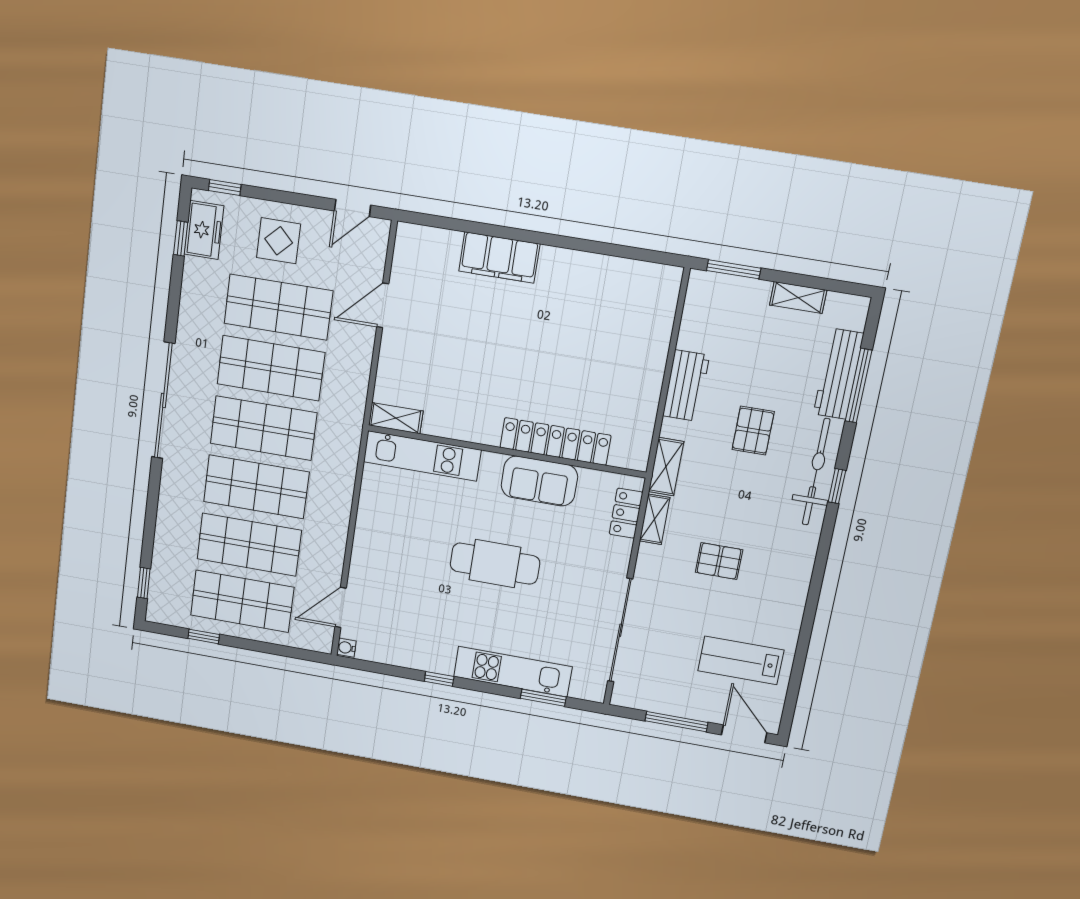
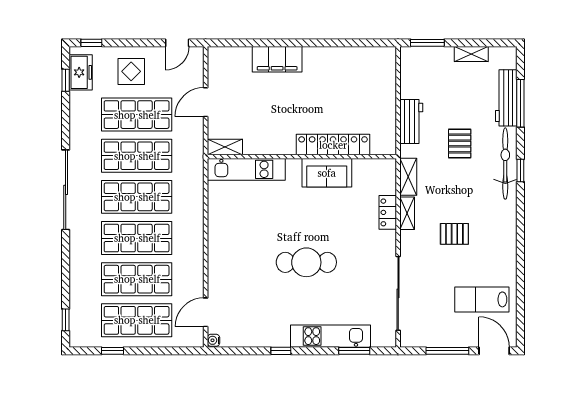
shelving: (396, 418) -> (225, 147), moved
locker: (555, 441) -> (333, 145), moved
wall: (506, 451) -> (302, 157), moved
kitchen unit: (422, 456) -> (246, 169), moved
sofa: (539, 481) -> (327, 173), moved

